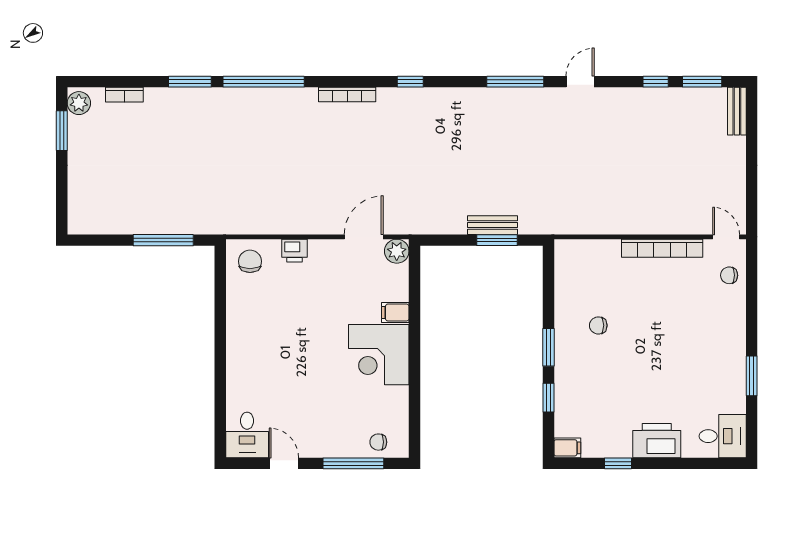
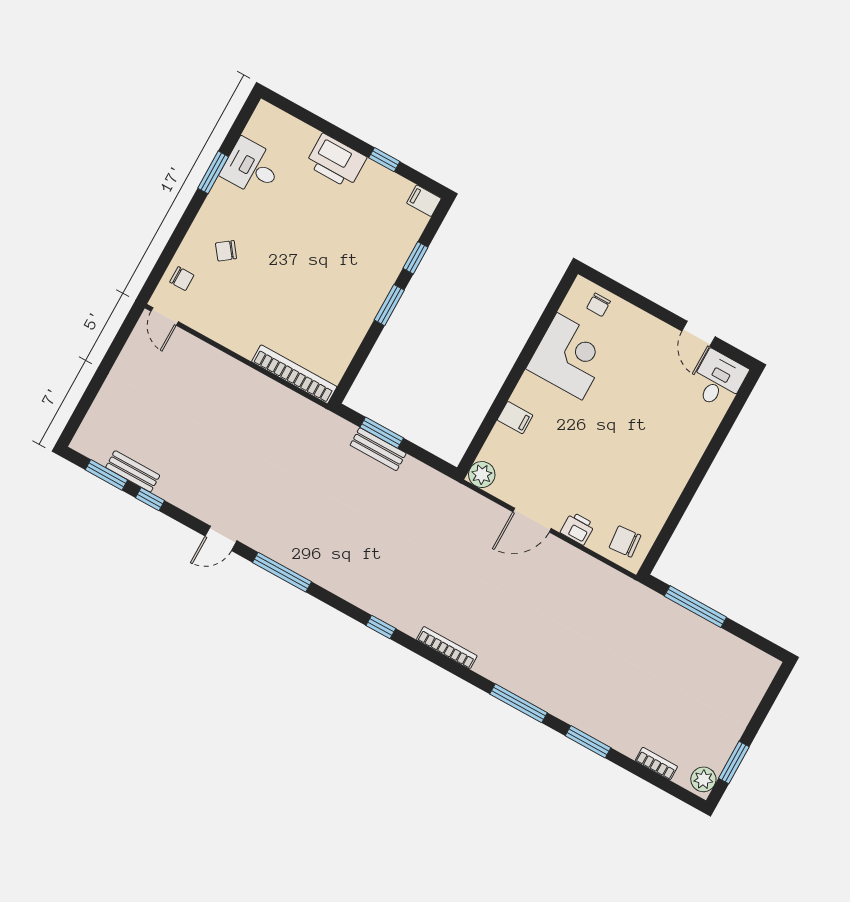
window: (264, 82) -> (519, 703), width x0.68
bench: (737, 111) -> (133, 471), moved, turned 90
door: (364, 237) -> (532, 520), moved
bookcase: (662, 248) -> (294, 374), moved
chair: (250, 261) -> (625, 542), turned 85
chair: (598, 325) -> (226, 251), moved, turned 143
corner desk: (379, 355) -> (569, 356), moved
desk: (723, 436) -> (252, 167), moved
chair: (378, 442) -> (599, 305), turned 90
window: (353, 463) -> (633, 298), removed

